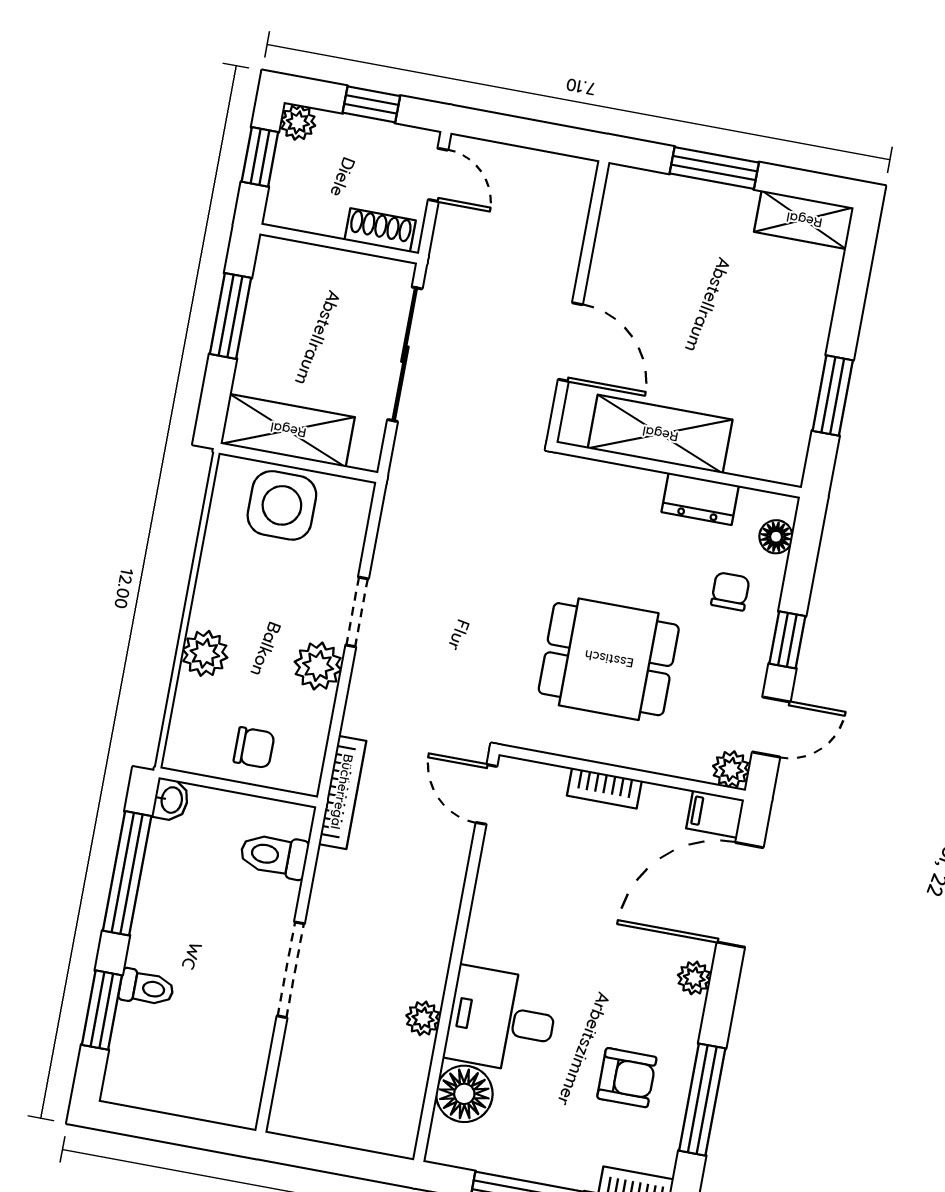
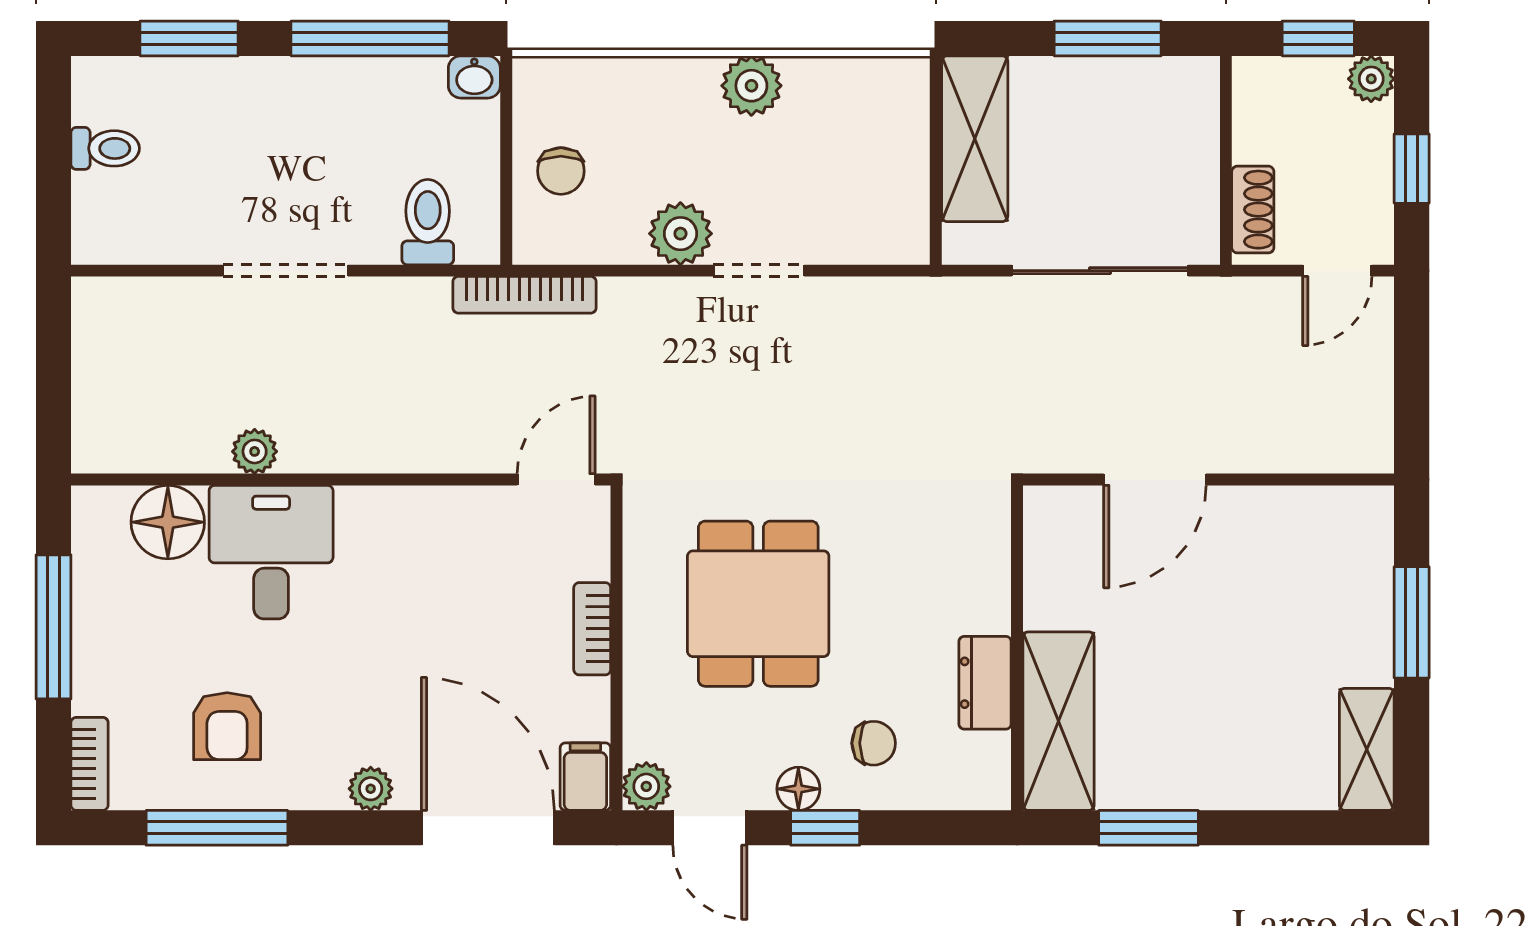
shelving: (660, 434) -> (1058, 721), moved
side table: (282, 505) -> (877, 149), removed
floor lamp: (776, 537) -> (798, 789), moved
plant: (205, 653) -> (751, 86), moved
toilet: (146, 988) -> (105, 148), moved, turned -90

